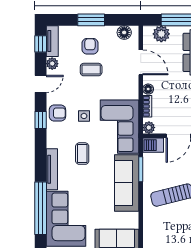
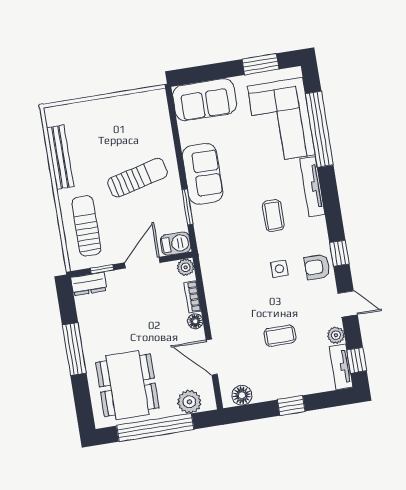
window: (91, 20) -> (291, 405), width x0.67
armchair: (90, 46) -> (287, 368), removed
door: (41, 84) -> (348, 304), swing flipped
corner sofa: (120, 127) -> (227, 262), removed
sofa: (127, 183) -> (203, 174), width x0.73

